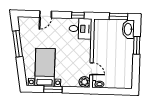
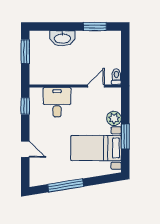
desk: (80, 29) -> (57, 102), moved
washbasin: (128, 29) -> (62, 38), moved
window: (137, 45) -> (95, 26), moved
plant: (85, 82) -> (114, 118), moved

